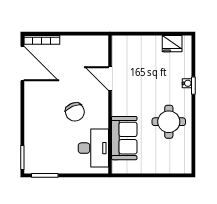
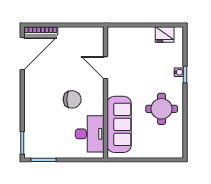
door: (22, 64) -> (22, 54), hinge flipped
chair: (75, 112) -> (72, 99), turned -68
sofa: (124, 138) -> (119, 124), width x1.36

